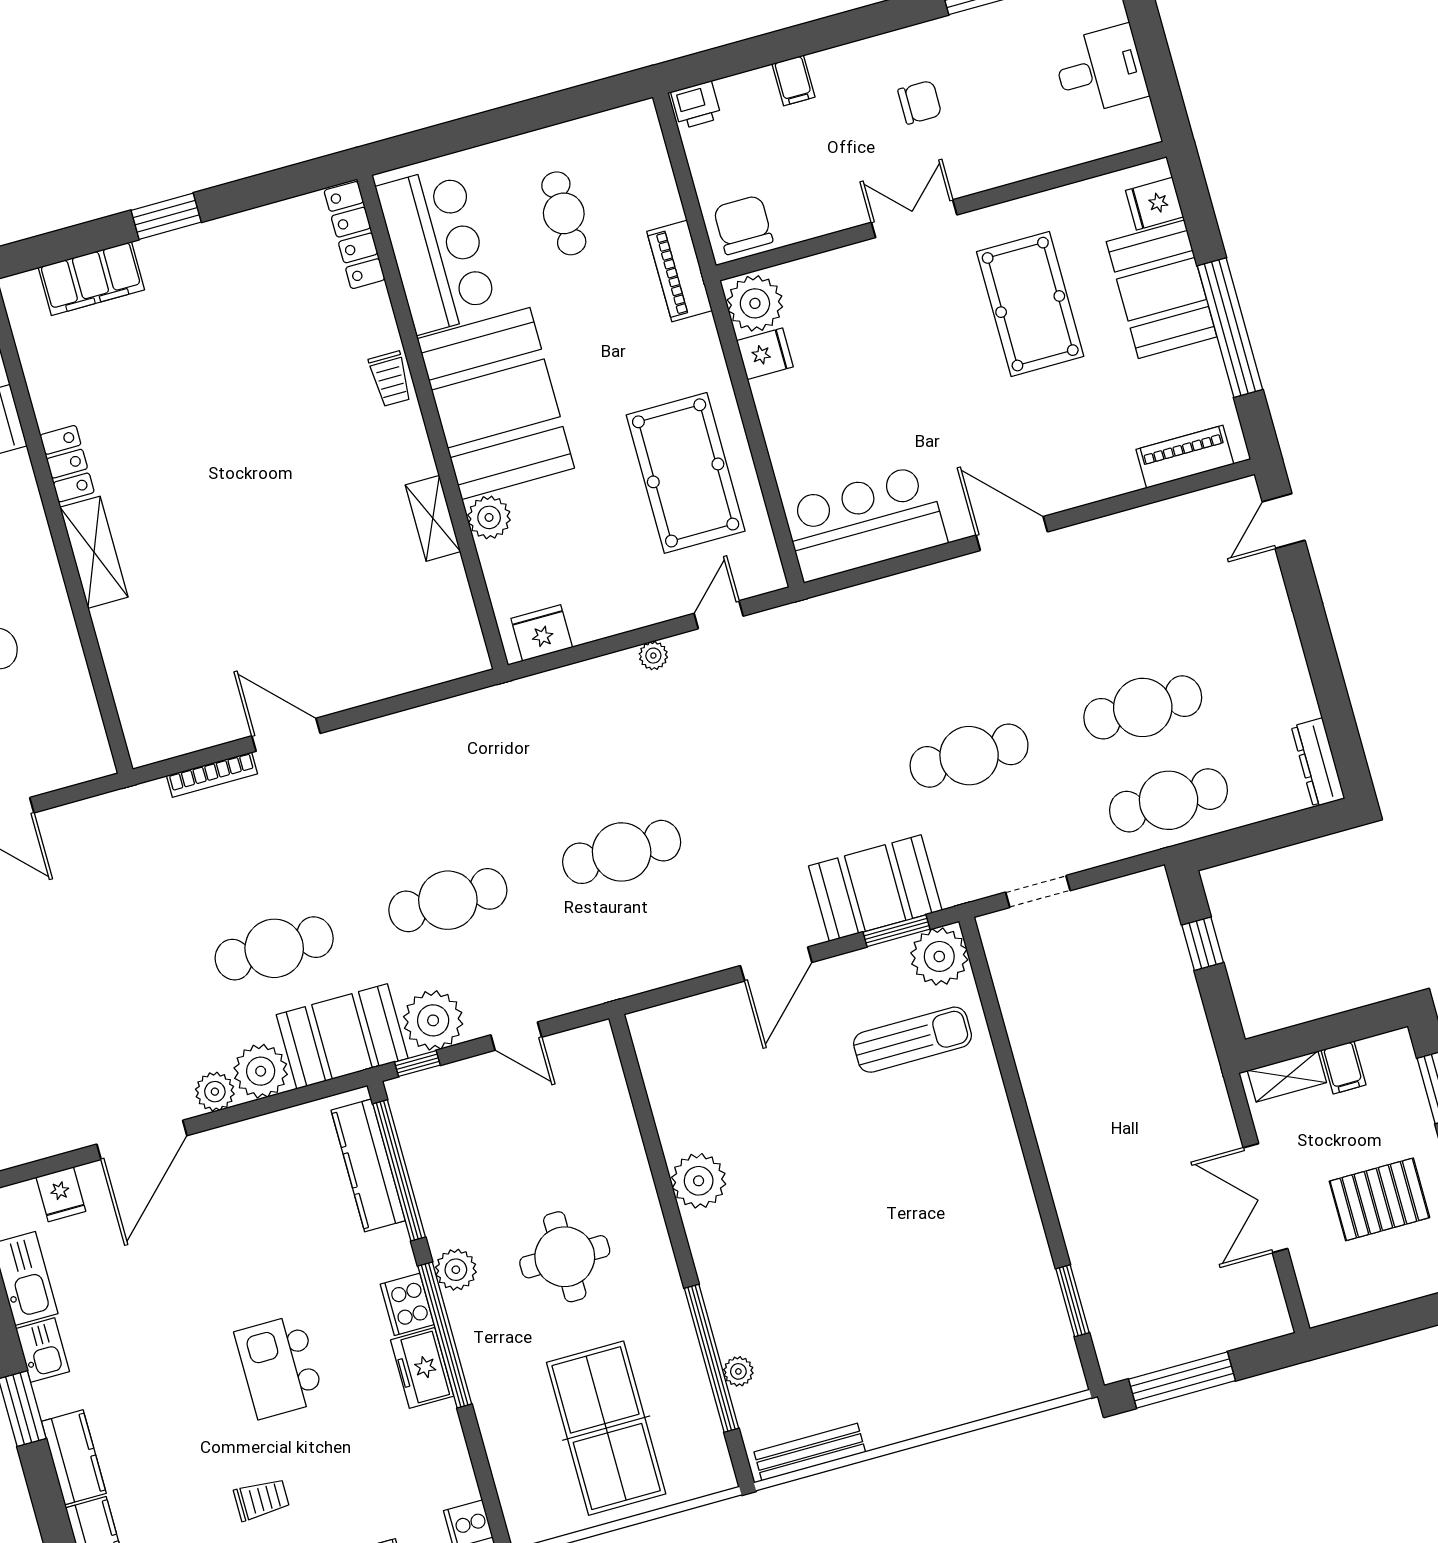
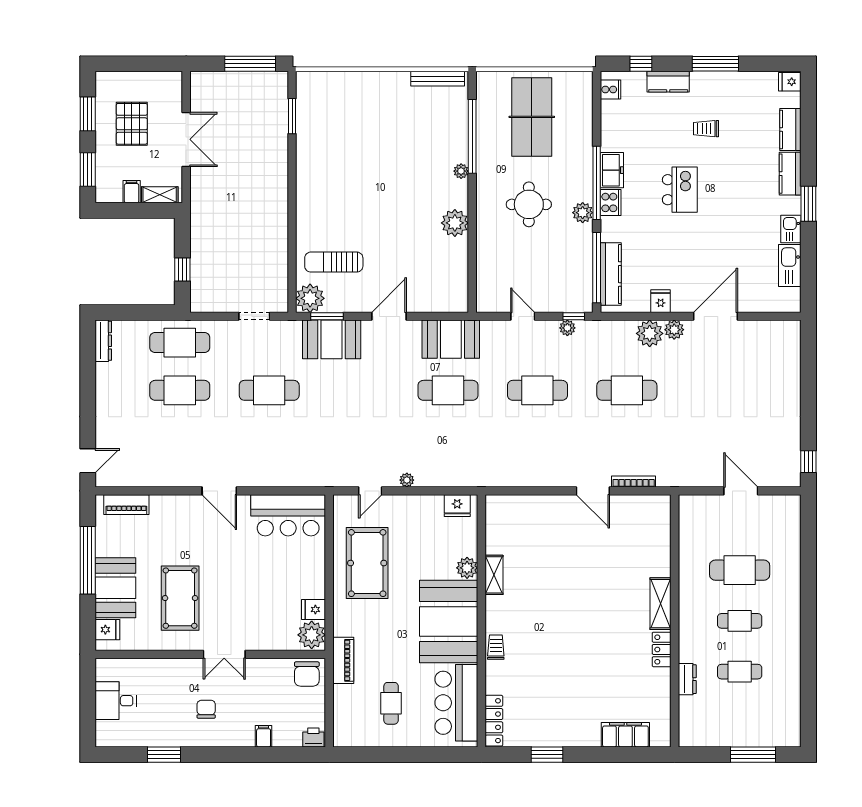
chair: (920, 102) -> (206, 709), turned 90
window: (166, 216) -> (547, 755), moved
plant: (433, 1020) -> (567, 328), width x0.53, depth x0.53
booth: (342, 1036) -> (451, 339), moved
fridge: (61, 1194) -> (661, 301), moved
pallet: (1379, 1199) -> (132, 124), turned 90
plant: (738, 1371) -> (461, 171), moved

